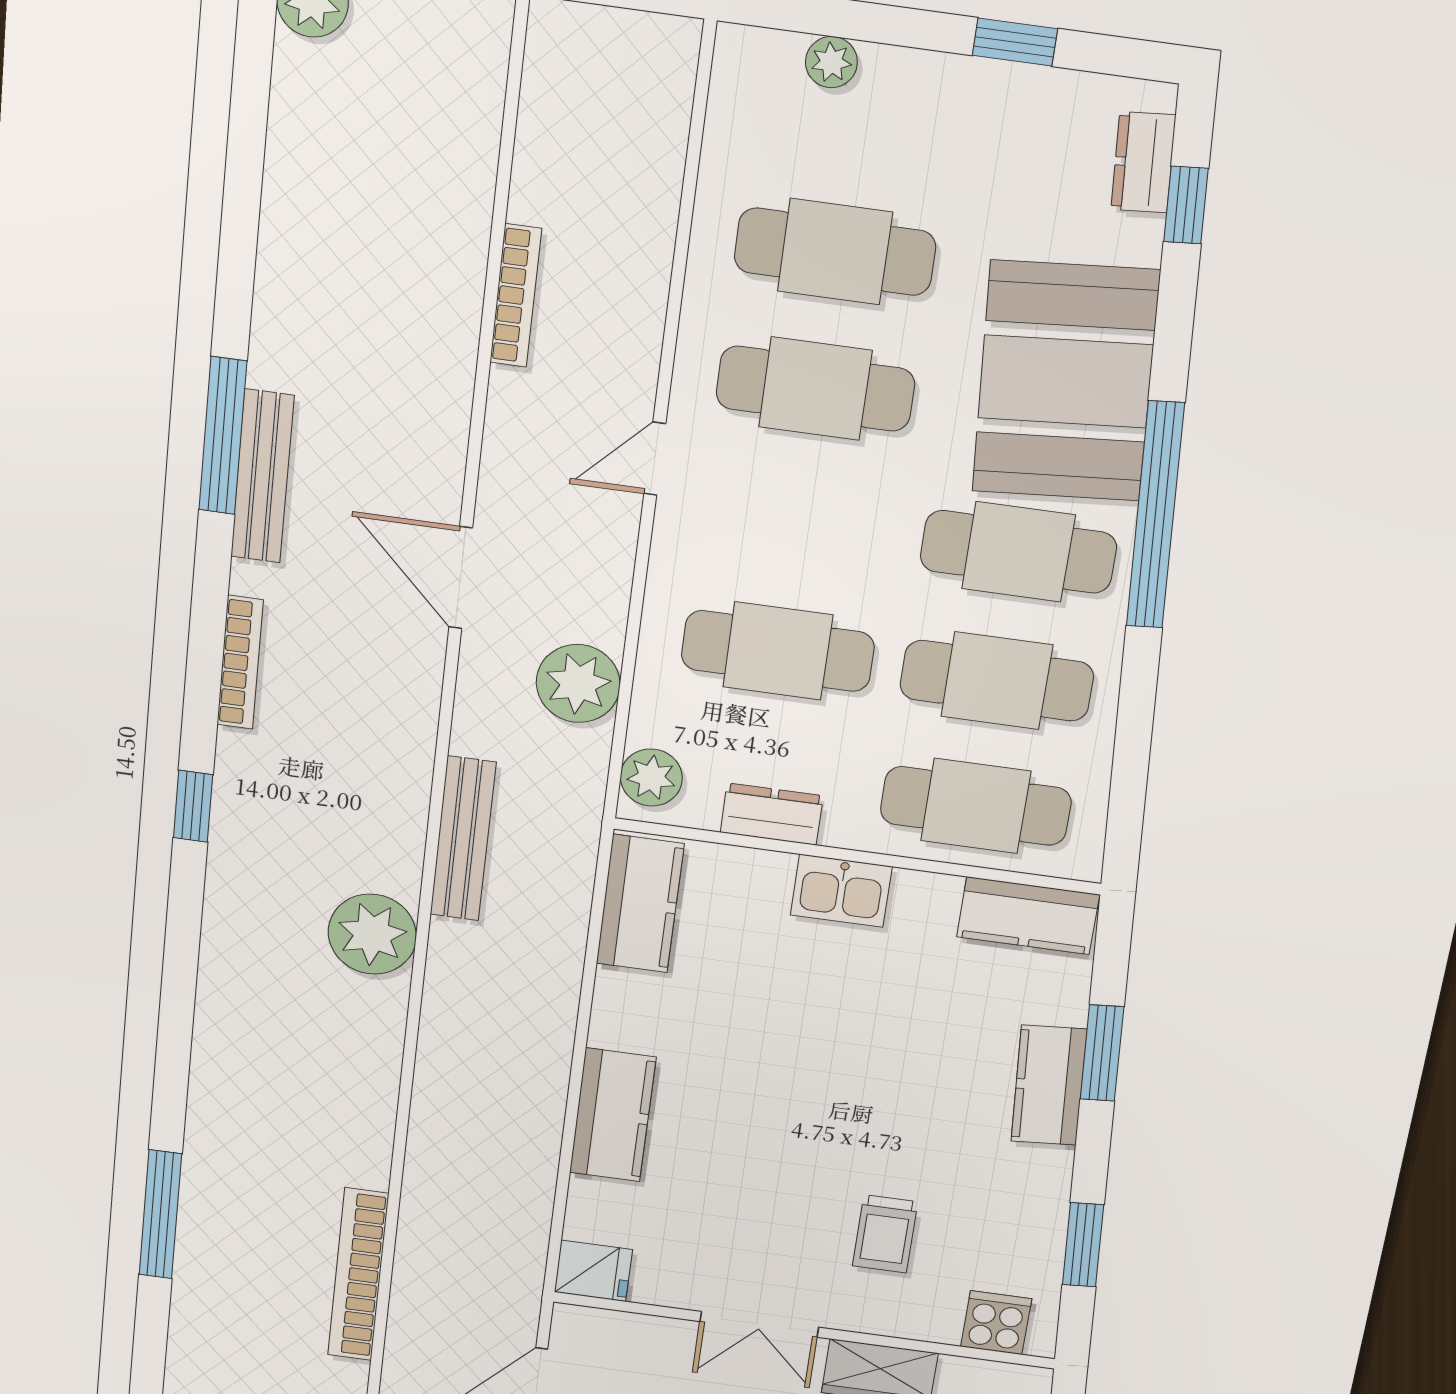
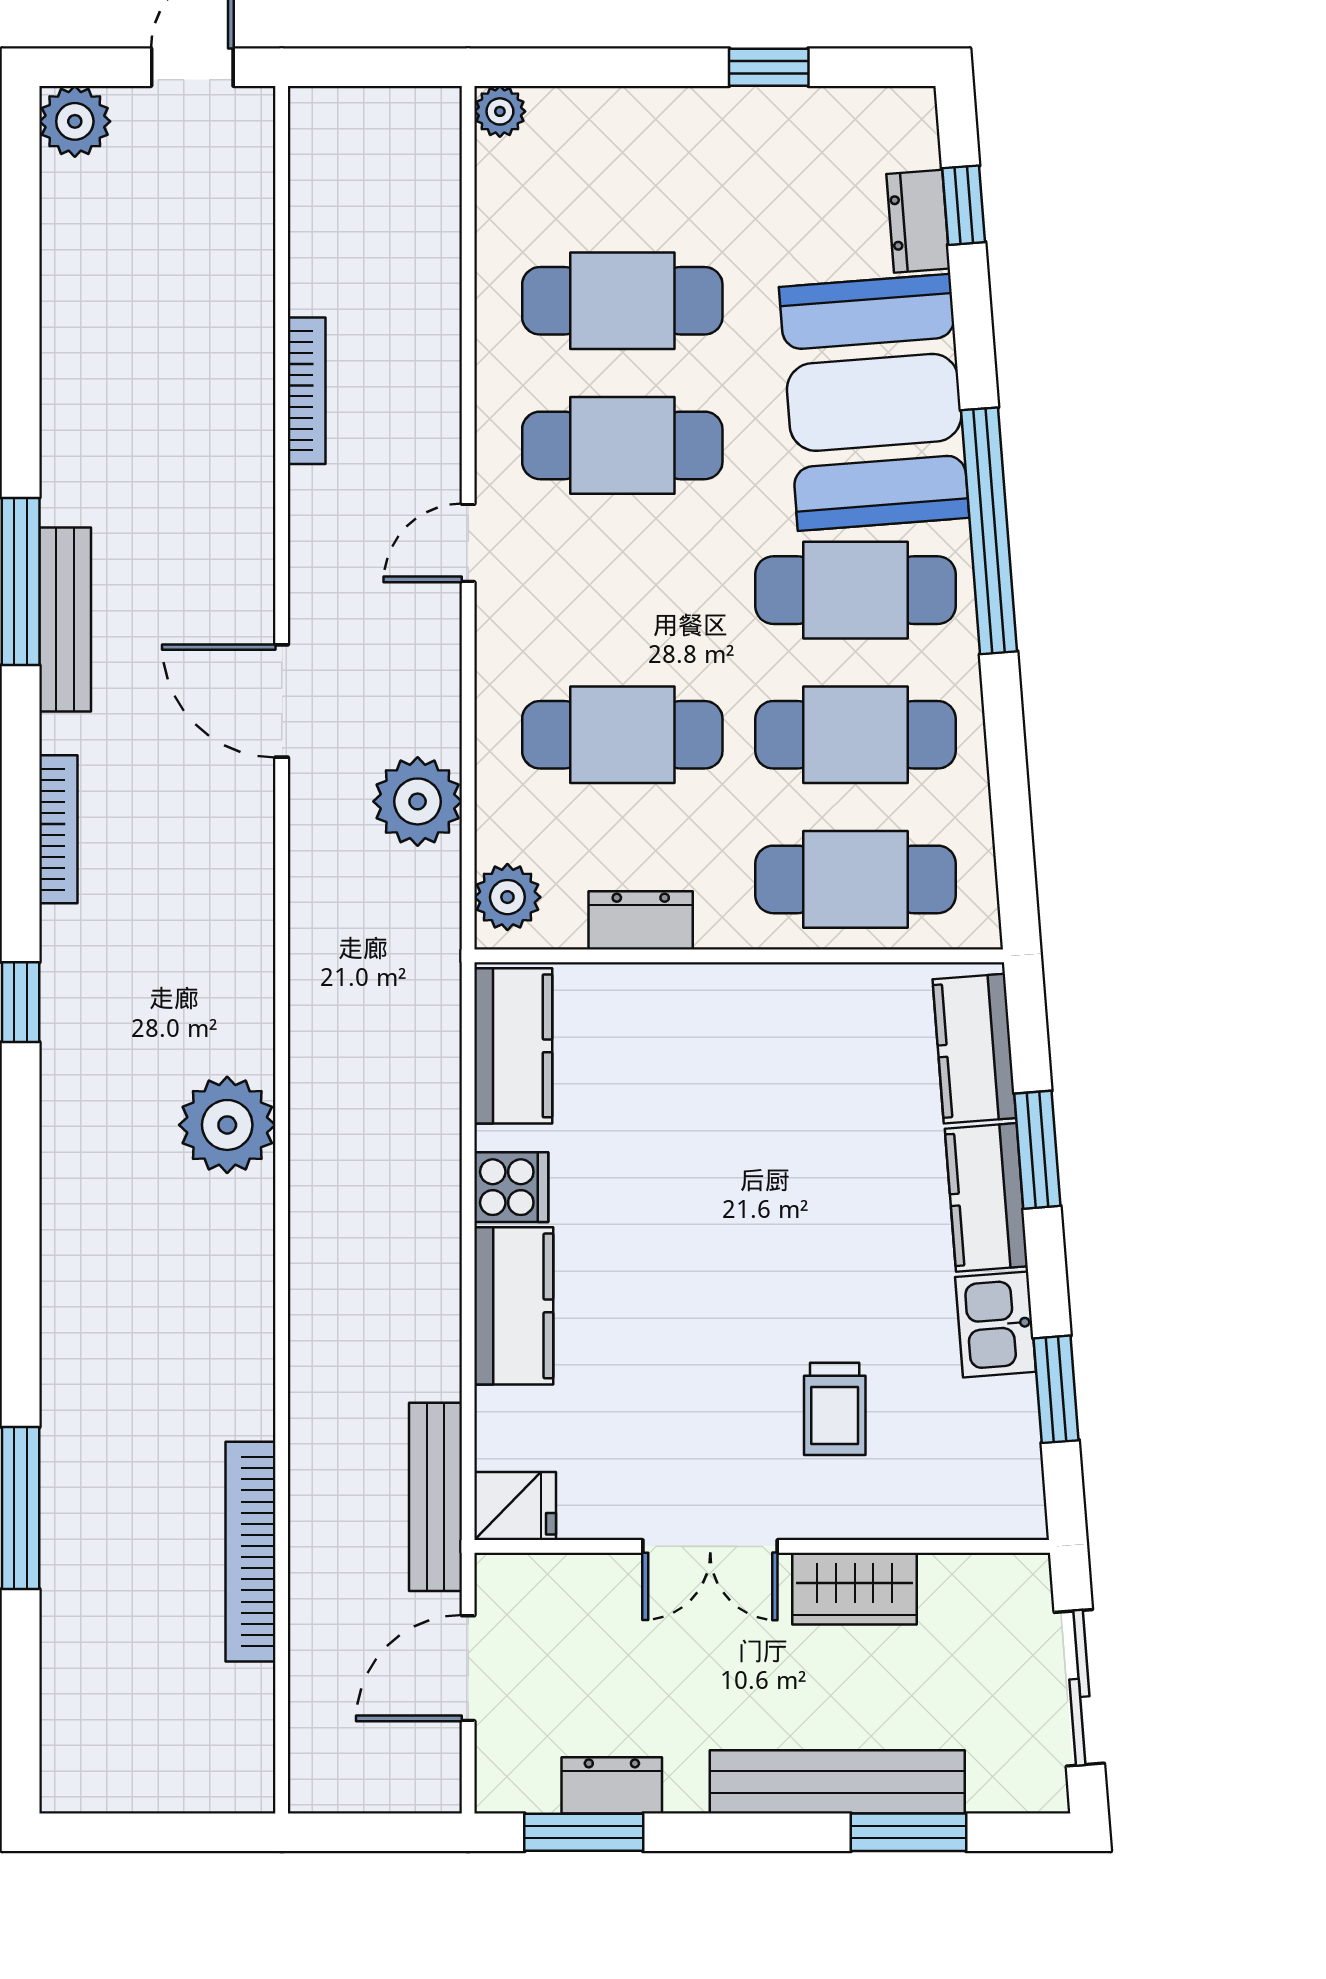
plant: (831, 62) -> (500, 111), moved
dresser: (1143, 162) -> (918, 221), moved
bench: (463, 839) -> (435, 1497), moved
kitchen sink: (841, 891) -> (996, 1324), moved, turned 86
kitchen counter: (1028, 916) -> (974, 1049), moved, turned 86
cooker: (996, 1323) -> (511, 1187), moved, turned 90

